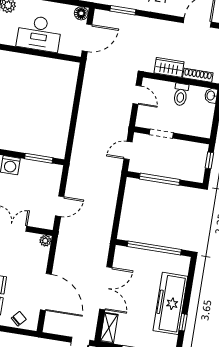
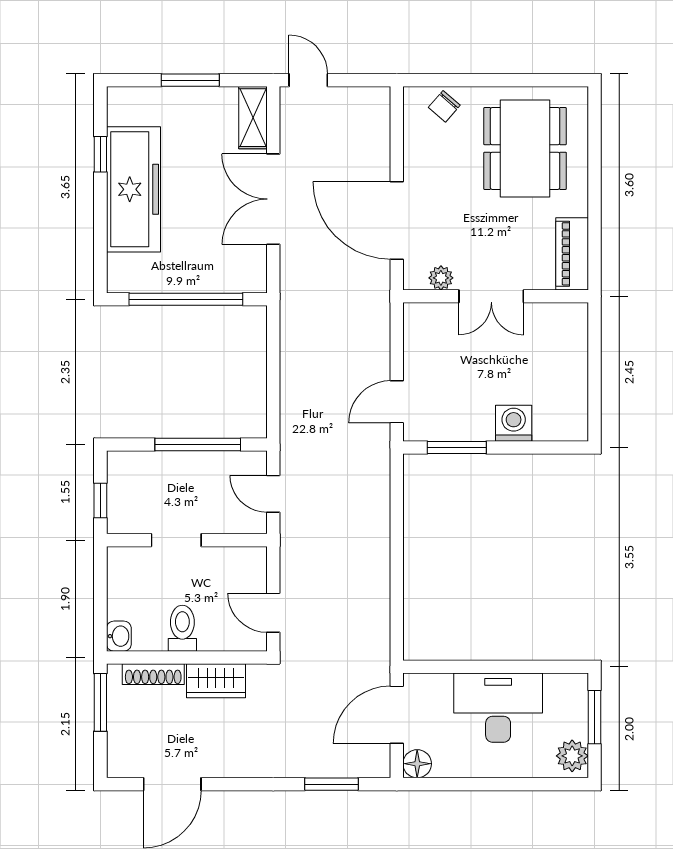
doorway: (161, 134) -> (176, 540), moved
door: (128, 150) -> (273, 494), swing flipped
door: (60, 206) -> (397, 402), moved
plant: (45, 241) -> (441, 278), moved
door: (46, 292) -> (397, 221), moved

